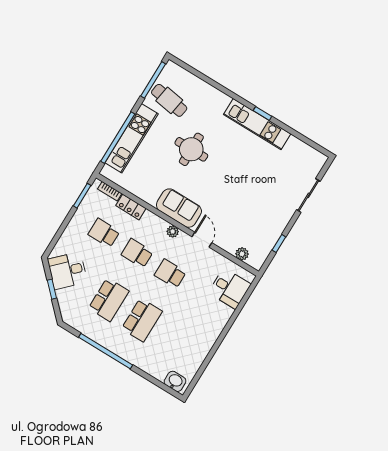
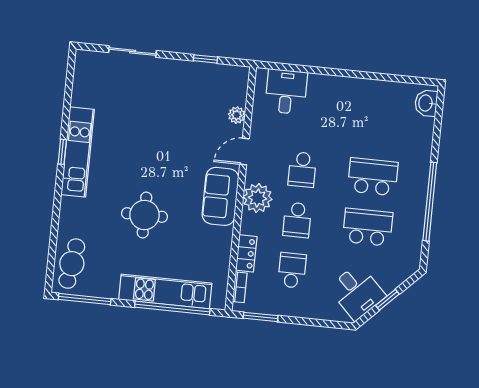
cafe table: (169, 100) -> (72, 264), moved
plant: (173, 231) -> (258, 198), width x1.87, depth x1.87
school desk: (104, 233) -> (292, 270), turned 180
plant: (242, 254) -> (237, 115), moved

